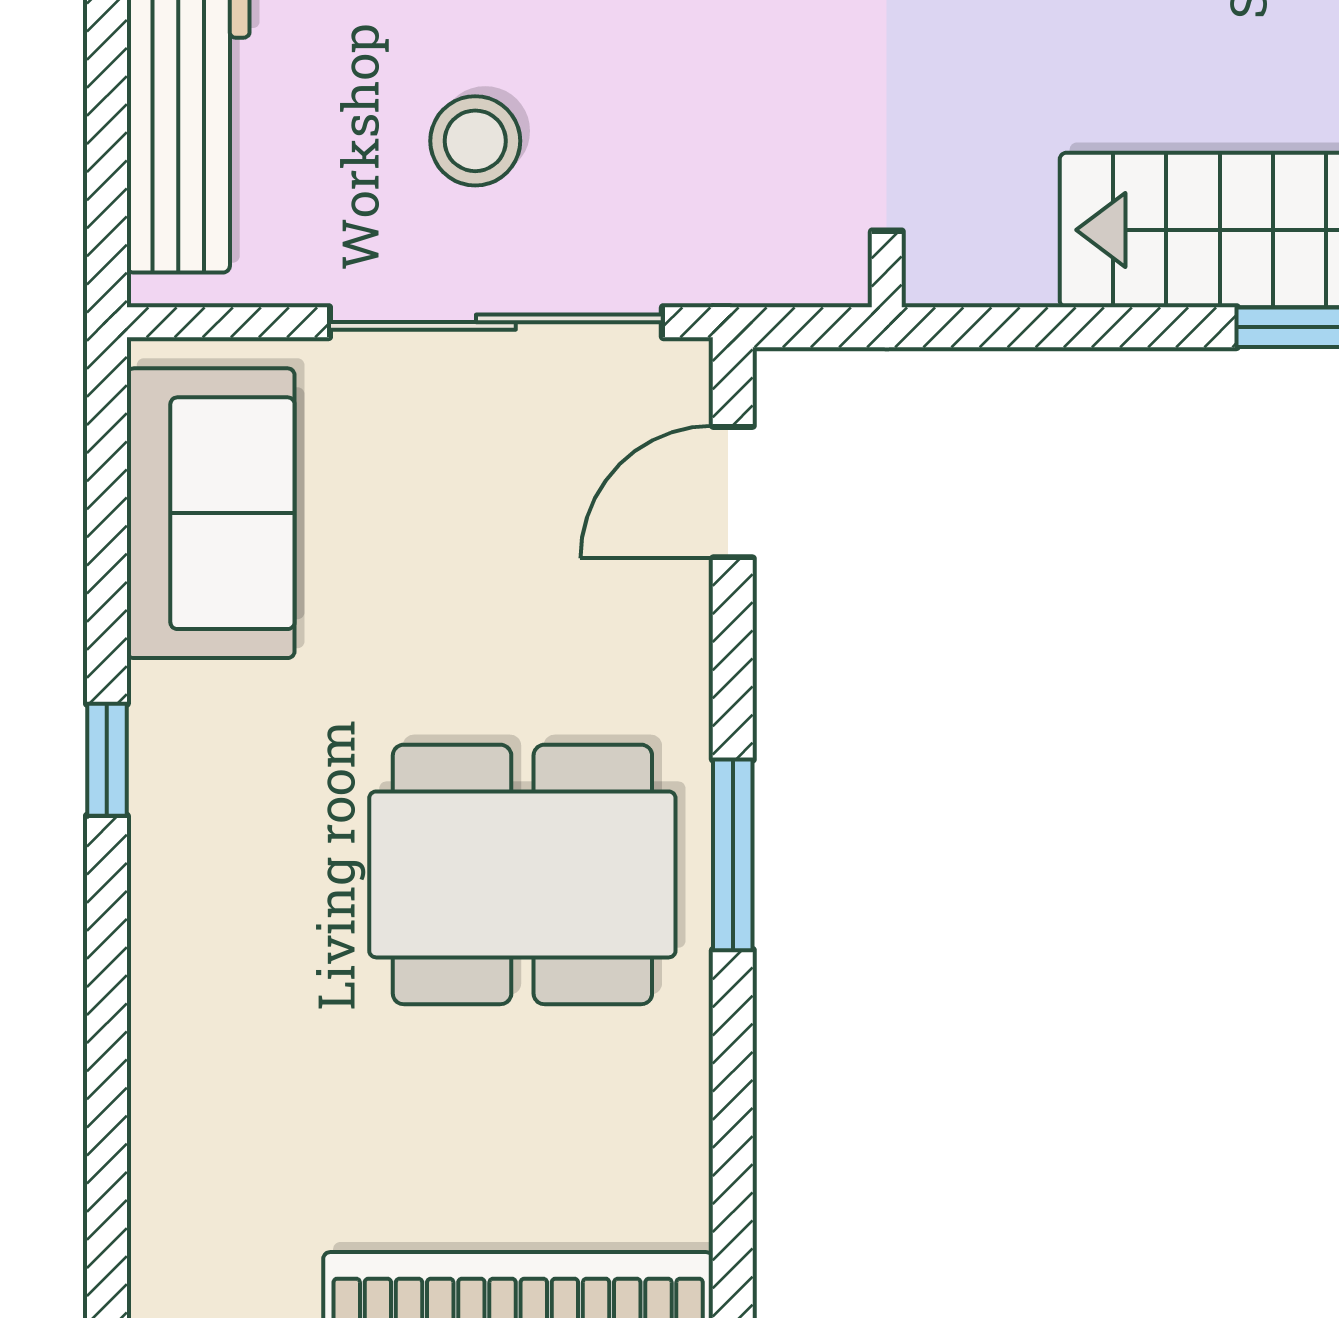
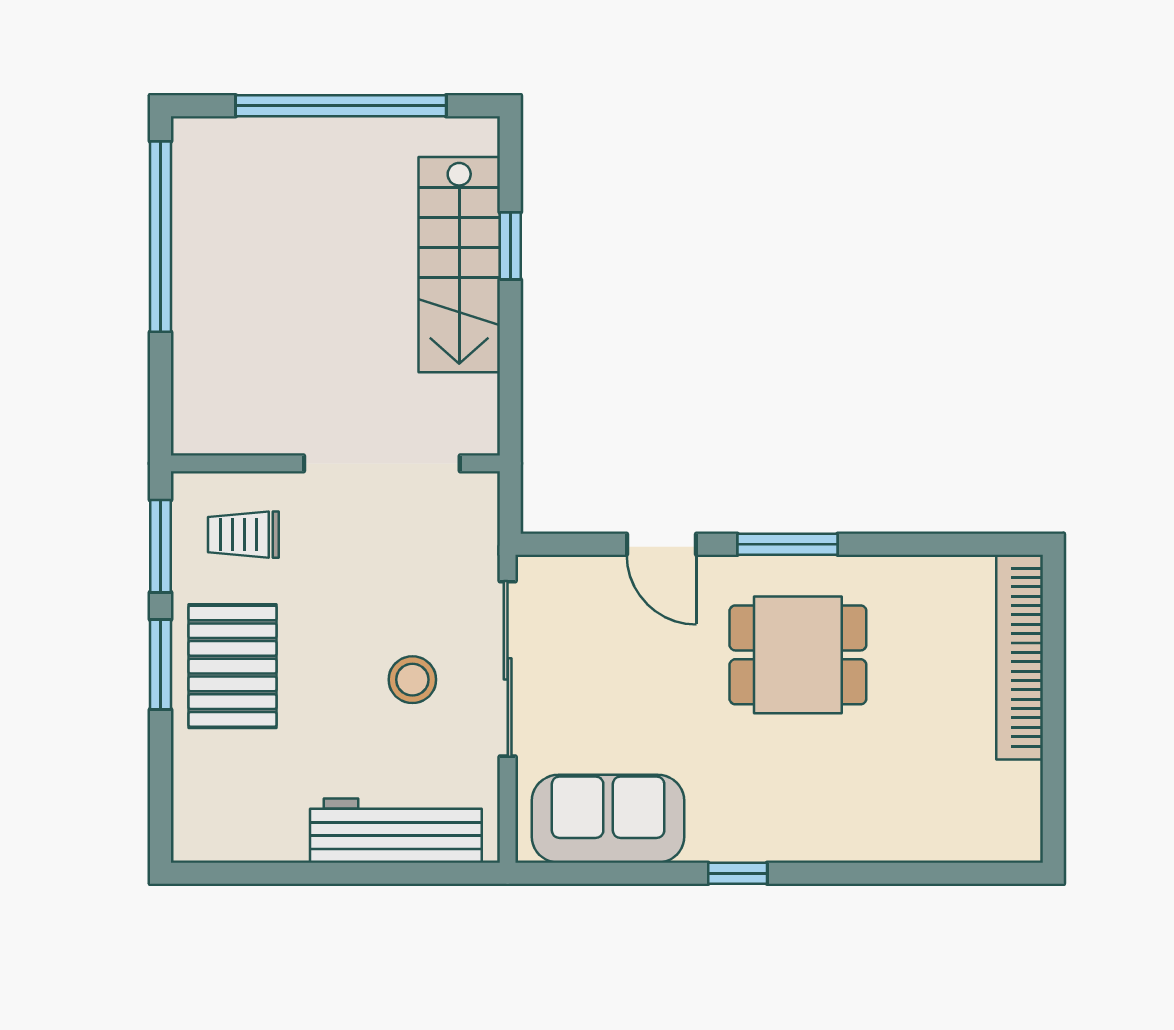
door: (733, 492) -> (661, 544), moved
dining table: (522, 874) -> (798, 655), width x0.73

